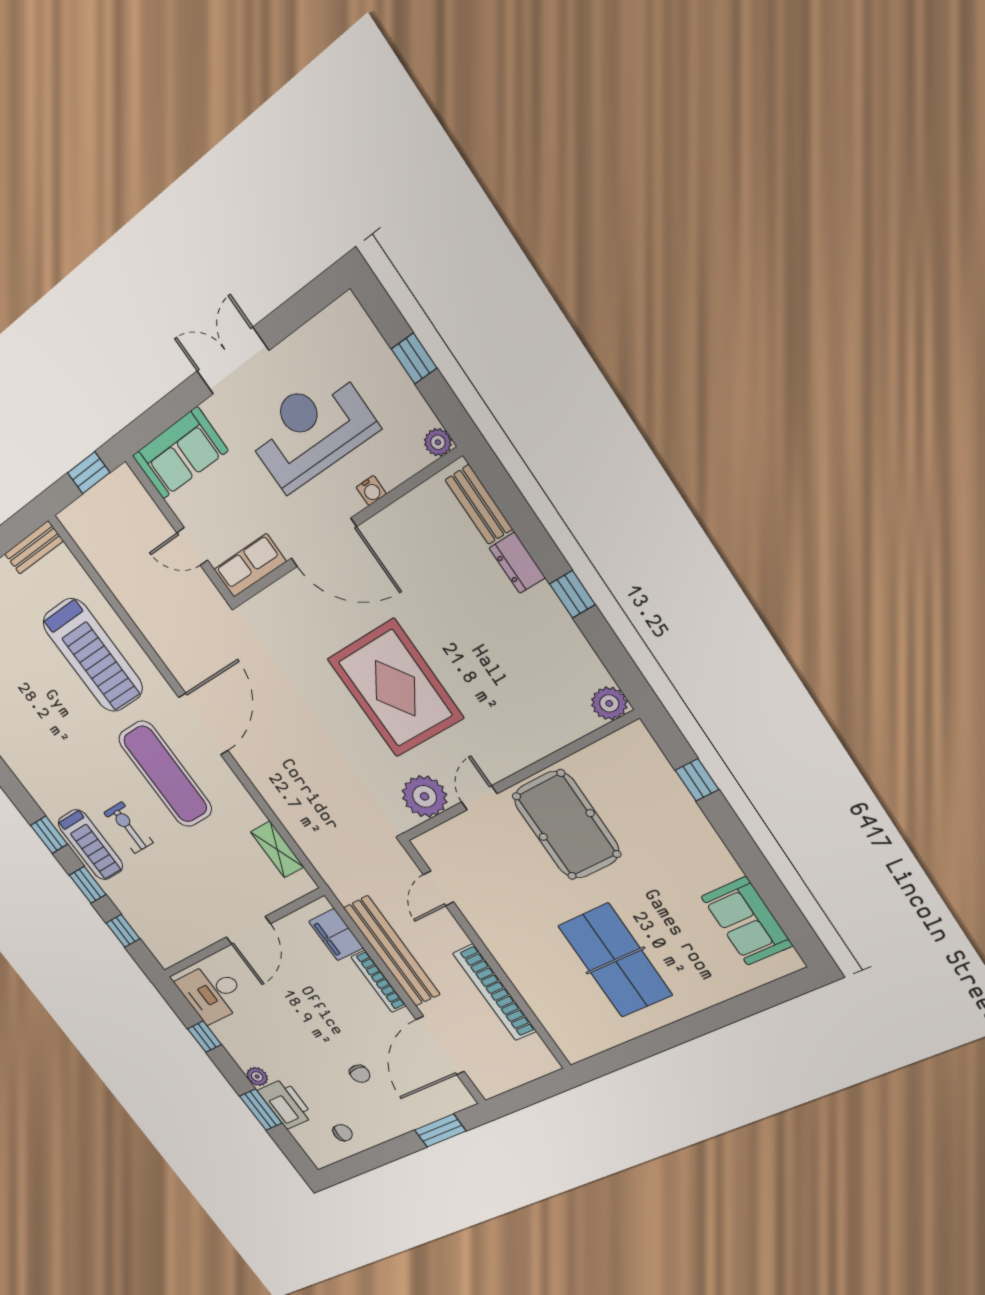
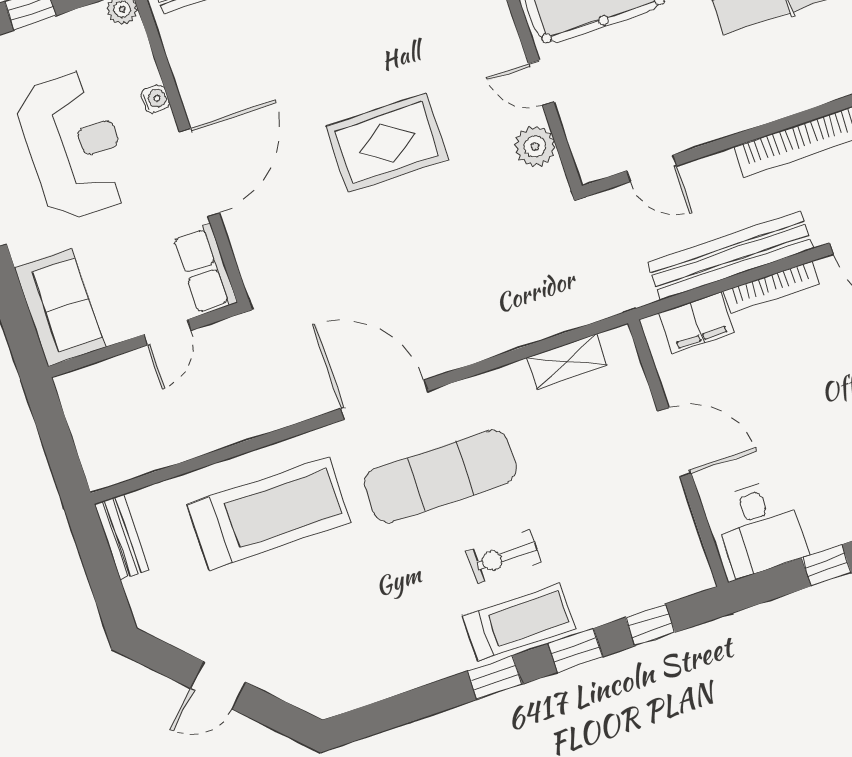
reception desk: (311, 430) -> (74, 146), turned 180
window: (89, 473) -> (53, 429), removed
rug: (395, 688) -> (387, 143), width x0.73, depth x0.69
plant: (425, 796) -> (535, 146), width x0.73, depth x0.73

